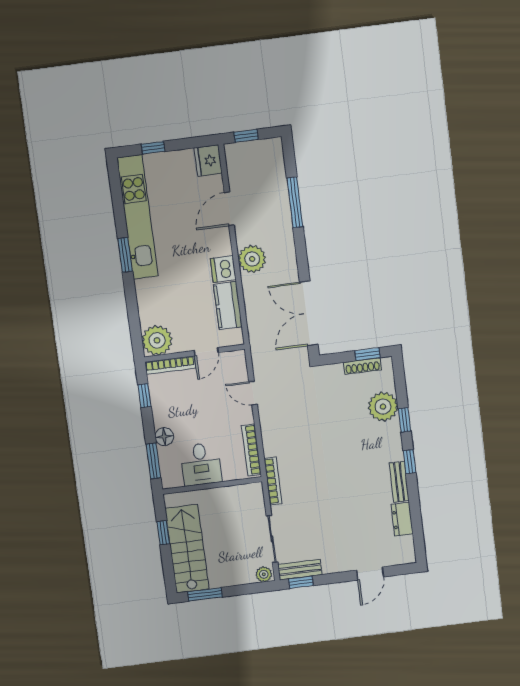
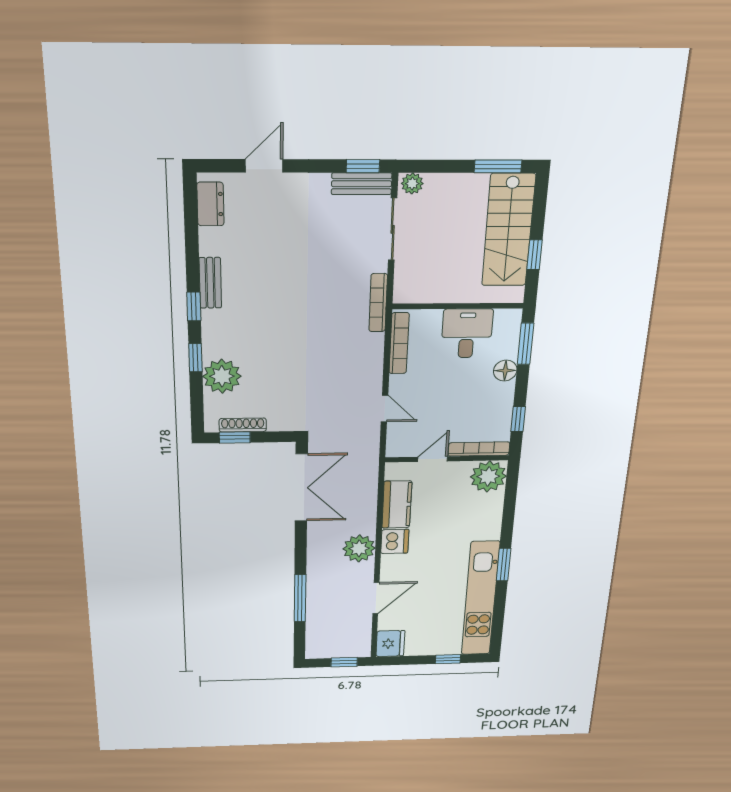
dresser: (402, 519) -> (210, 204), moved

